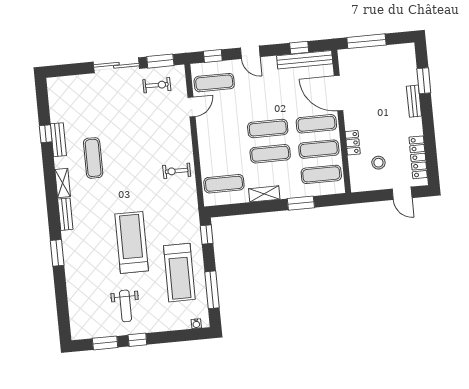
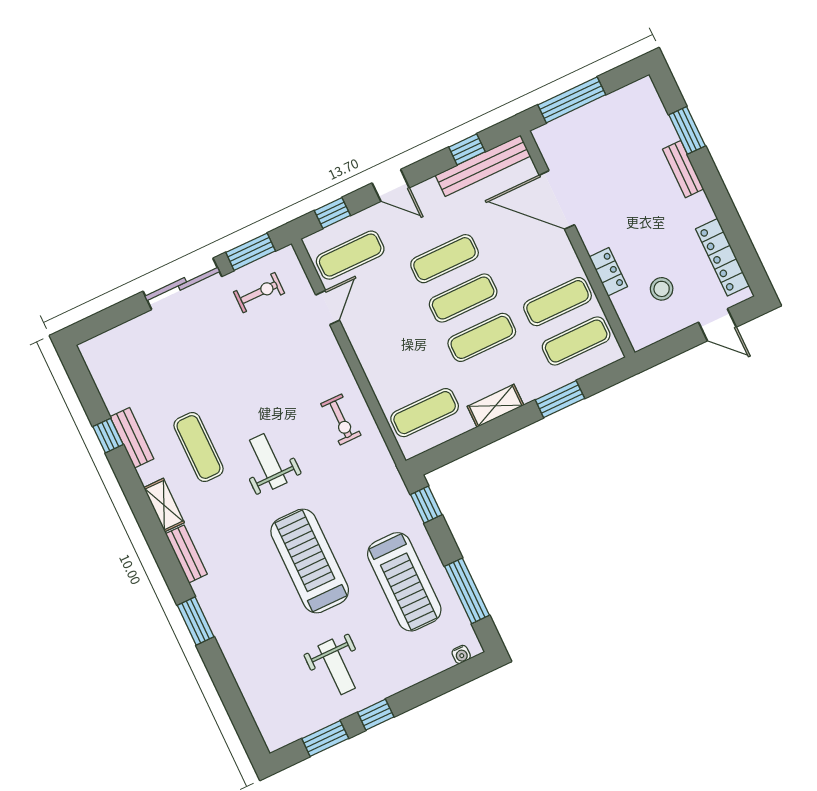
exercise mat: (316, 124) -> (445, 259), moved
exercise bike: (177, 171) -> (341, 419), turned -90
weight bench: (129, 180) -> (268, 461), added

